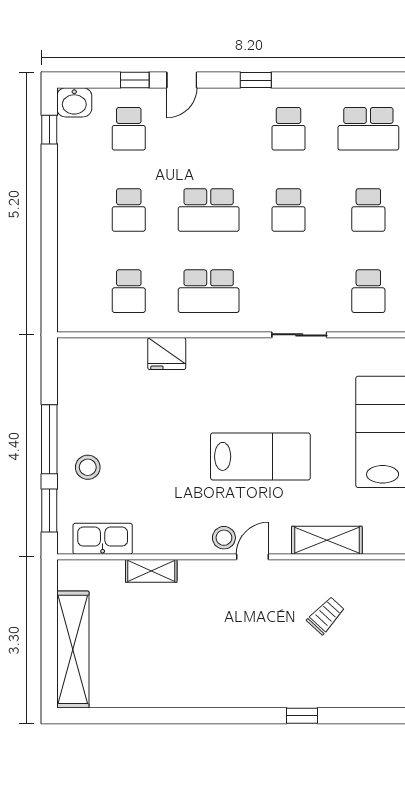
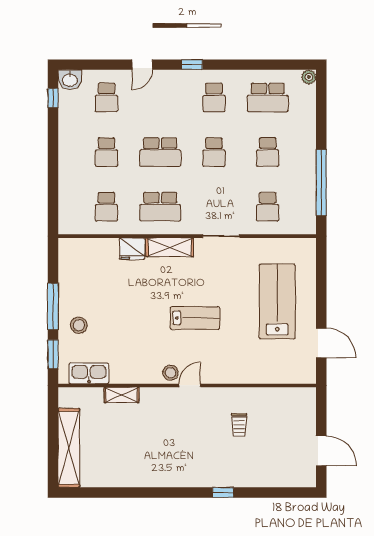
window: (135, 80) -> (110, 65), removed
lab bench: (260, 456) -> (195, 318), width x0.73, depth x0.72
shelving: (327, 540) -> (170, 247), moved
trolley: (326, 615) -> (239, 425), turned 137

